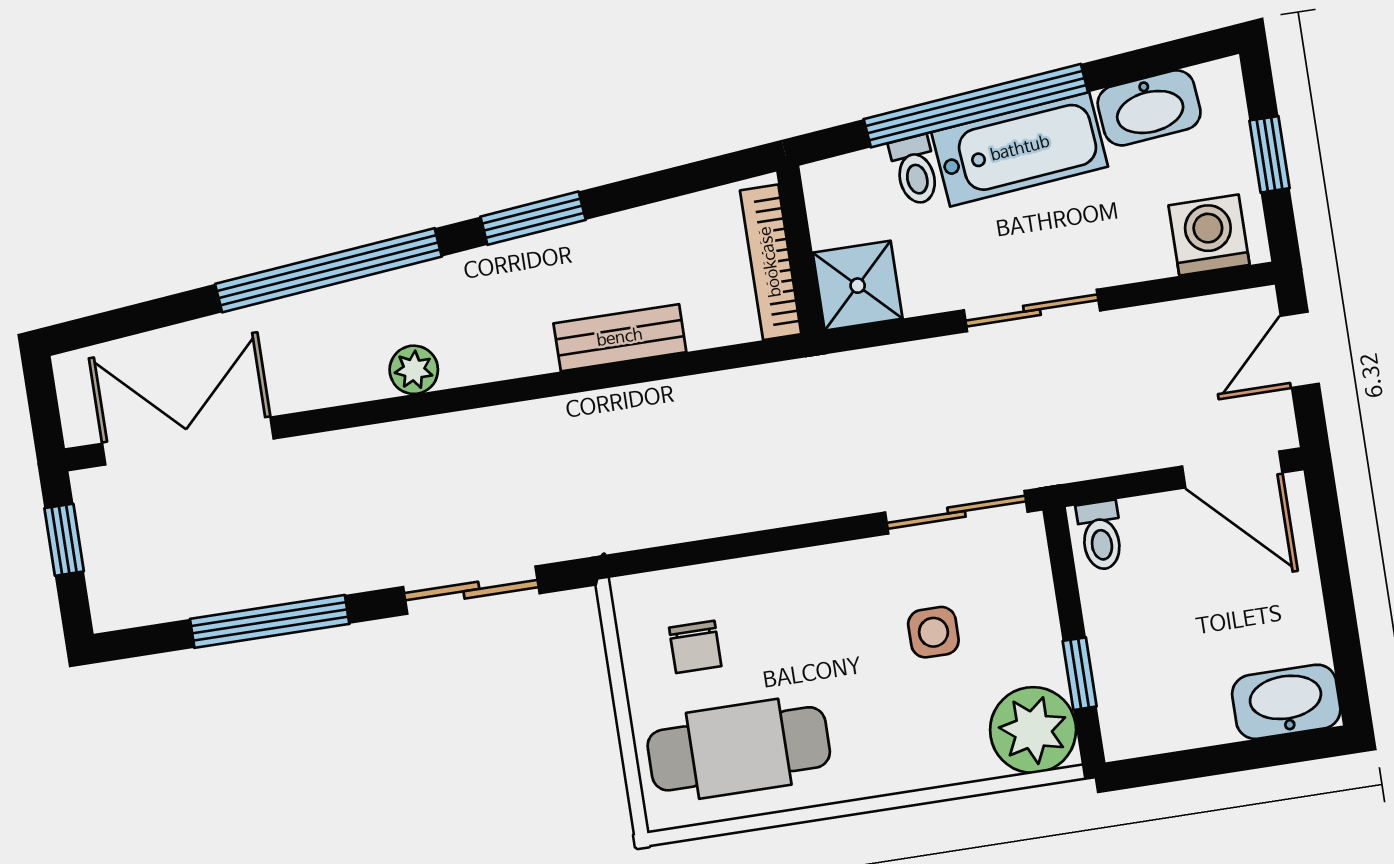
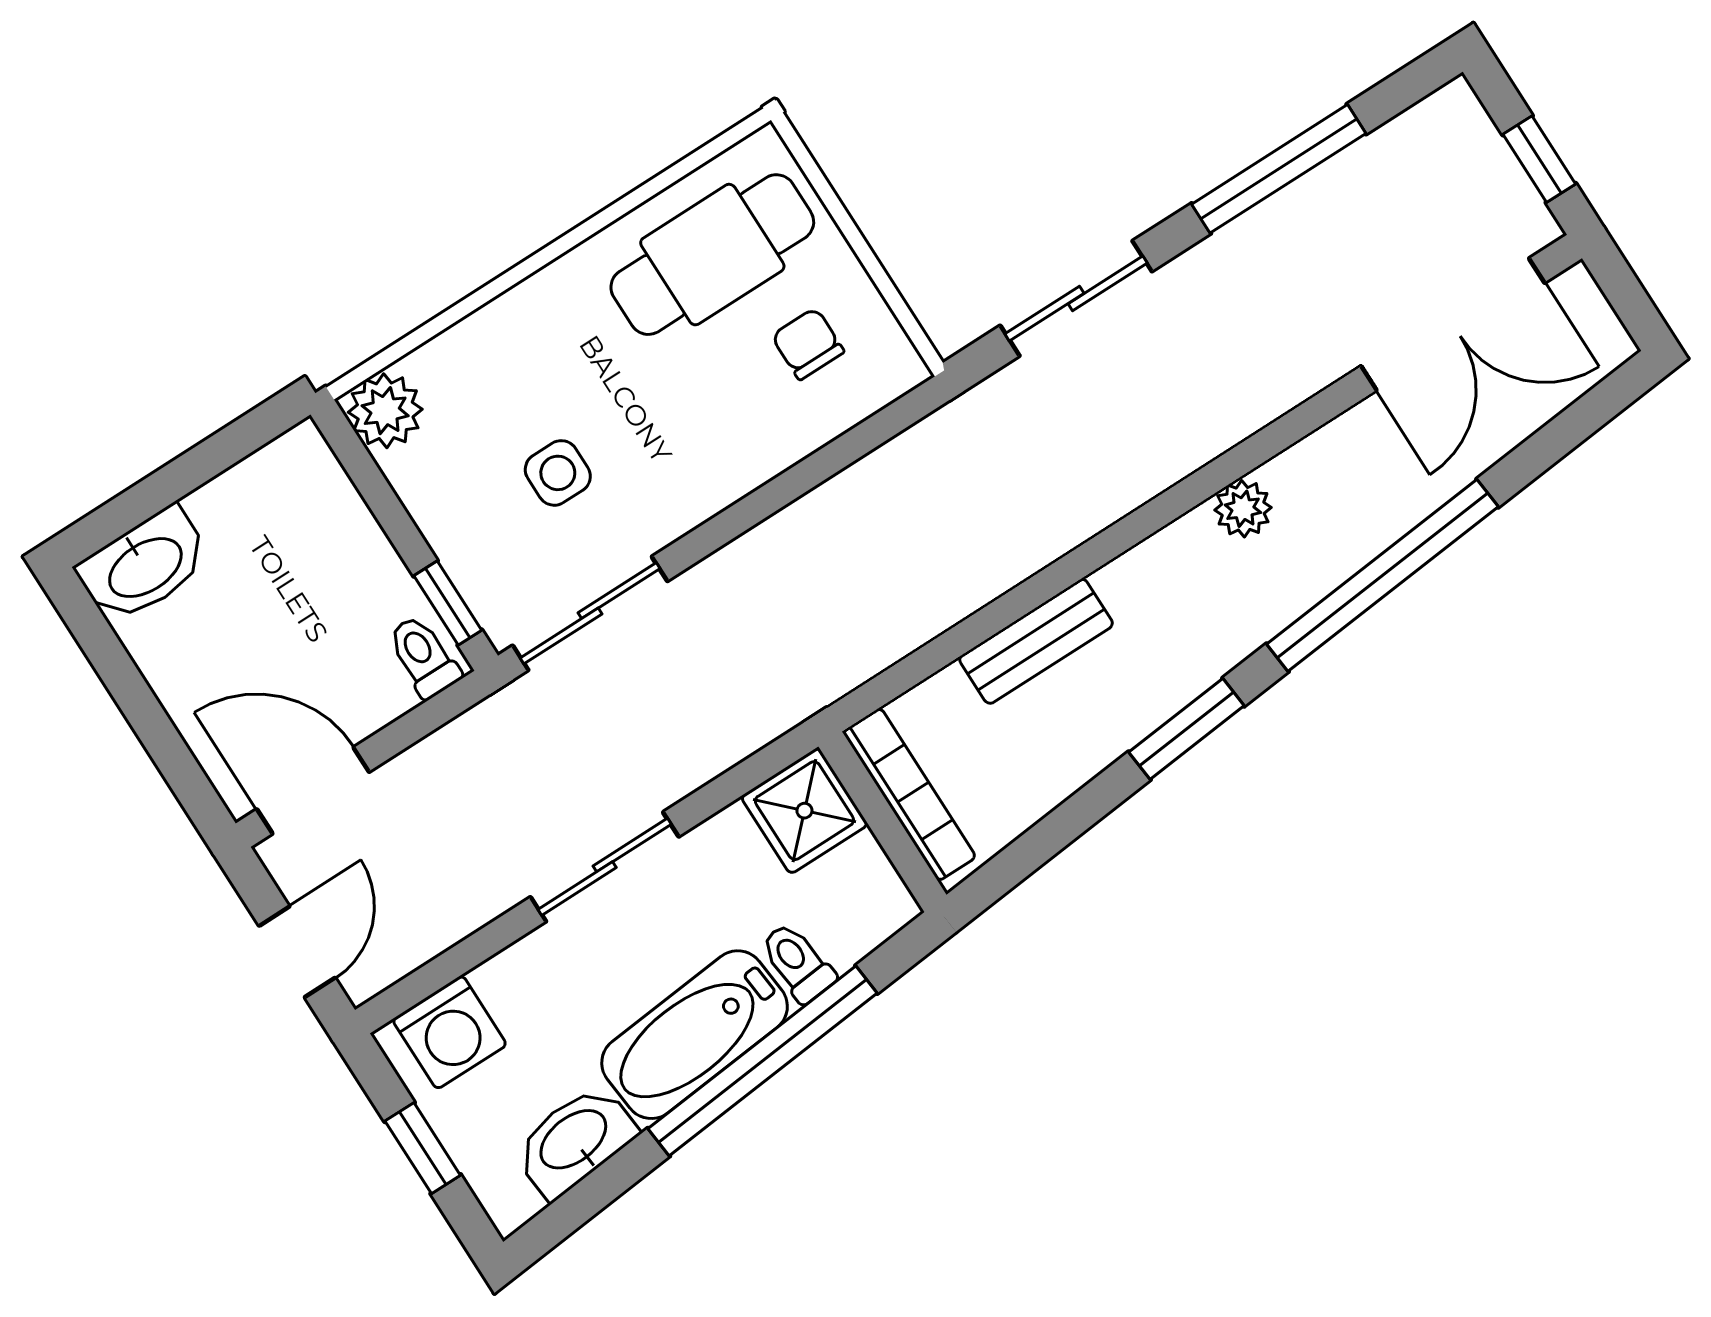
window: (1080, 674) -> (448, 603), moved
plant: (1033, 730) -> (385, 411), width x0.73, depth x0.73

